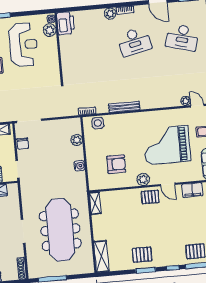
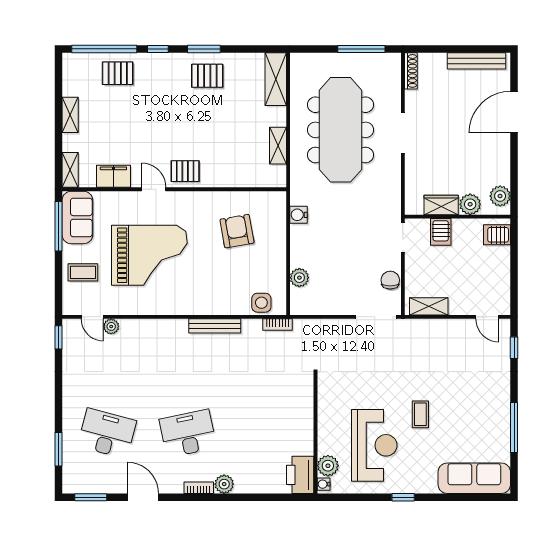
reception desk: (23, 45) -> (374, 445), turned 180
armchair: (116, 164) -> (237, 231), turned 80
water cooler: (79, 166) -> (299, 215), moved
plant: (143, 179) -> (194, 201), removed
shelving: (95, 203) -> (278, 146), moved

